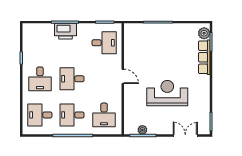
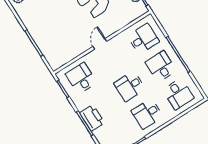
desk: (40, 79) -> (147, 114), turned 180
desk: (72, 79) -> (130, 86), turned 90
desk: (72, 115) -> (161, 66), turned 180

